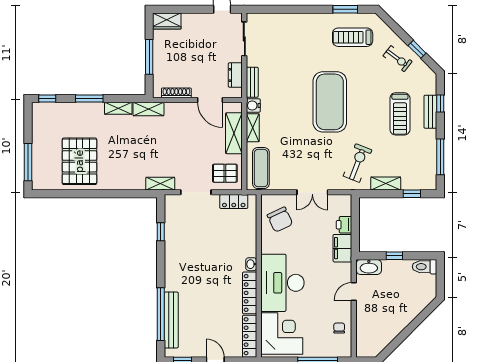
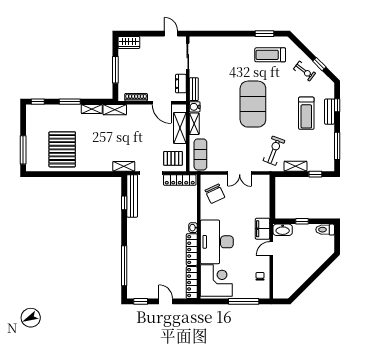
locker: (234, 202) -> (180, 180), width x1.53
printer: (344, 225) -> (264, 198), removed
filing cabinet: (342, 248) -> (263, 229), moved
bench: (171, 320) -> (132, 196), moved

